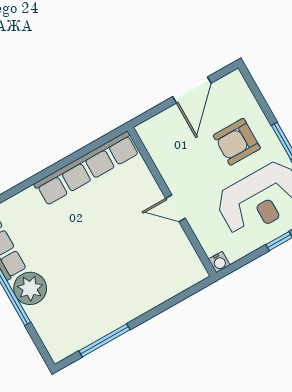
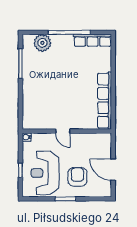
door: (176, 208) -> (63, 131), swing flipped
plant: (30, 288) -> (42, 43), moved

